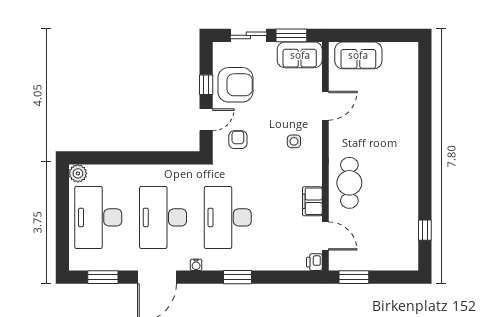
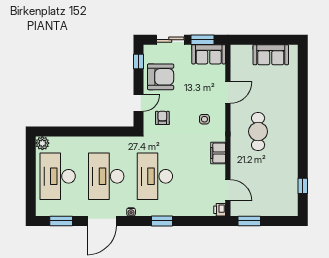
sofa: (358, 55) -> (271, 55), moved
window: (206, 85) -> (139, 61), moved
cafe table: (349, 183) -> (258, 132), moved
filing cabinet: (312, 201) -> (218, 153), moved

